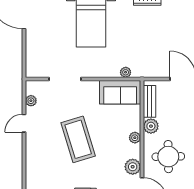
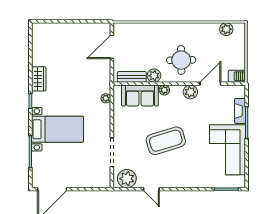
sofa: (120, 92) -> (140, 95), moved, turned 90
plant: (31, 101) -> (127, 179), width x1.88, depth x1.88

